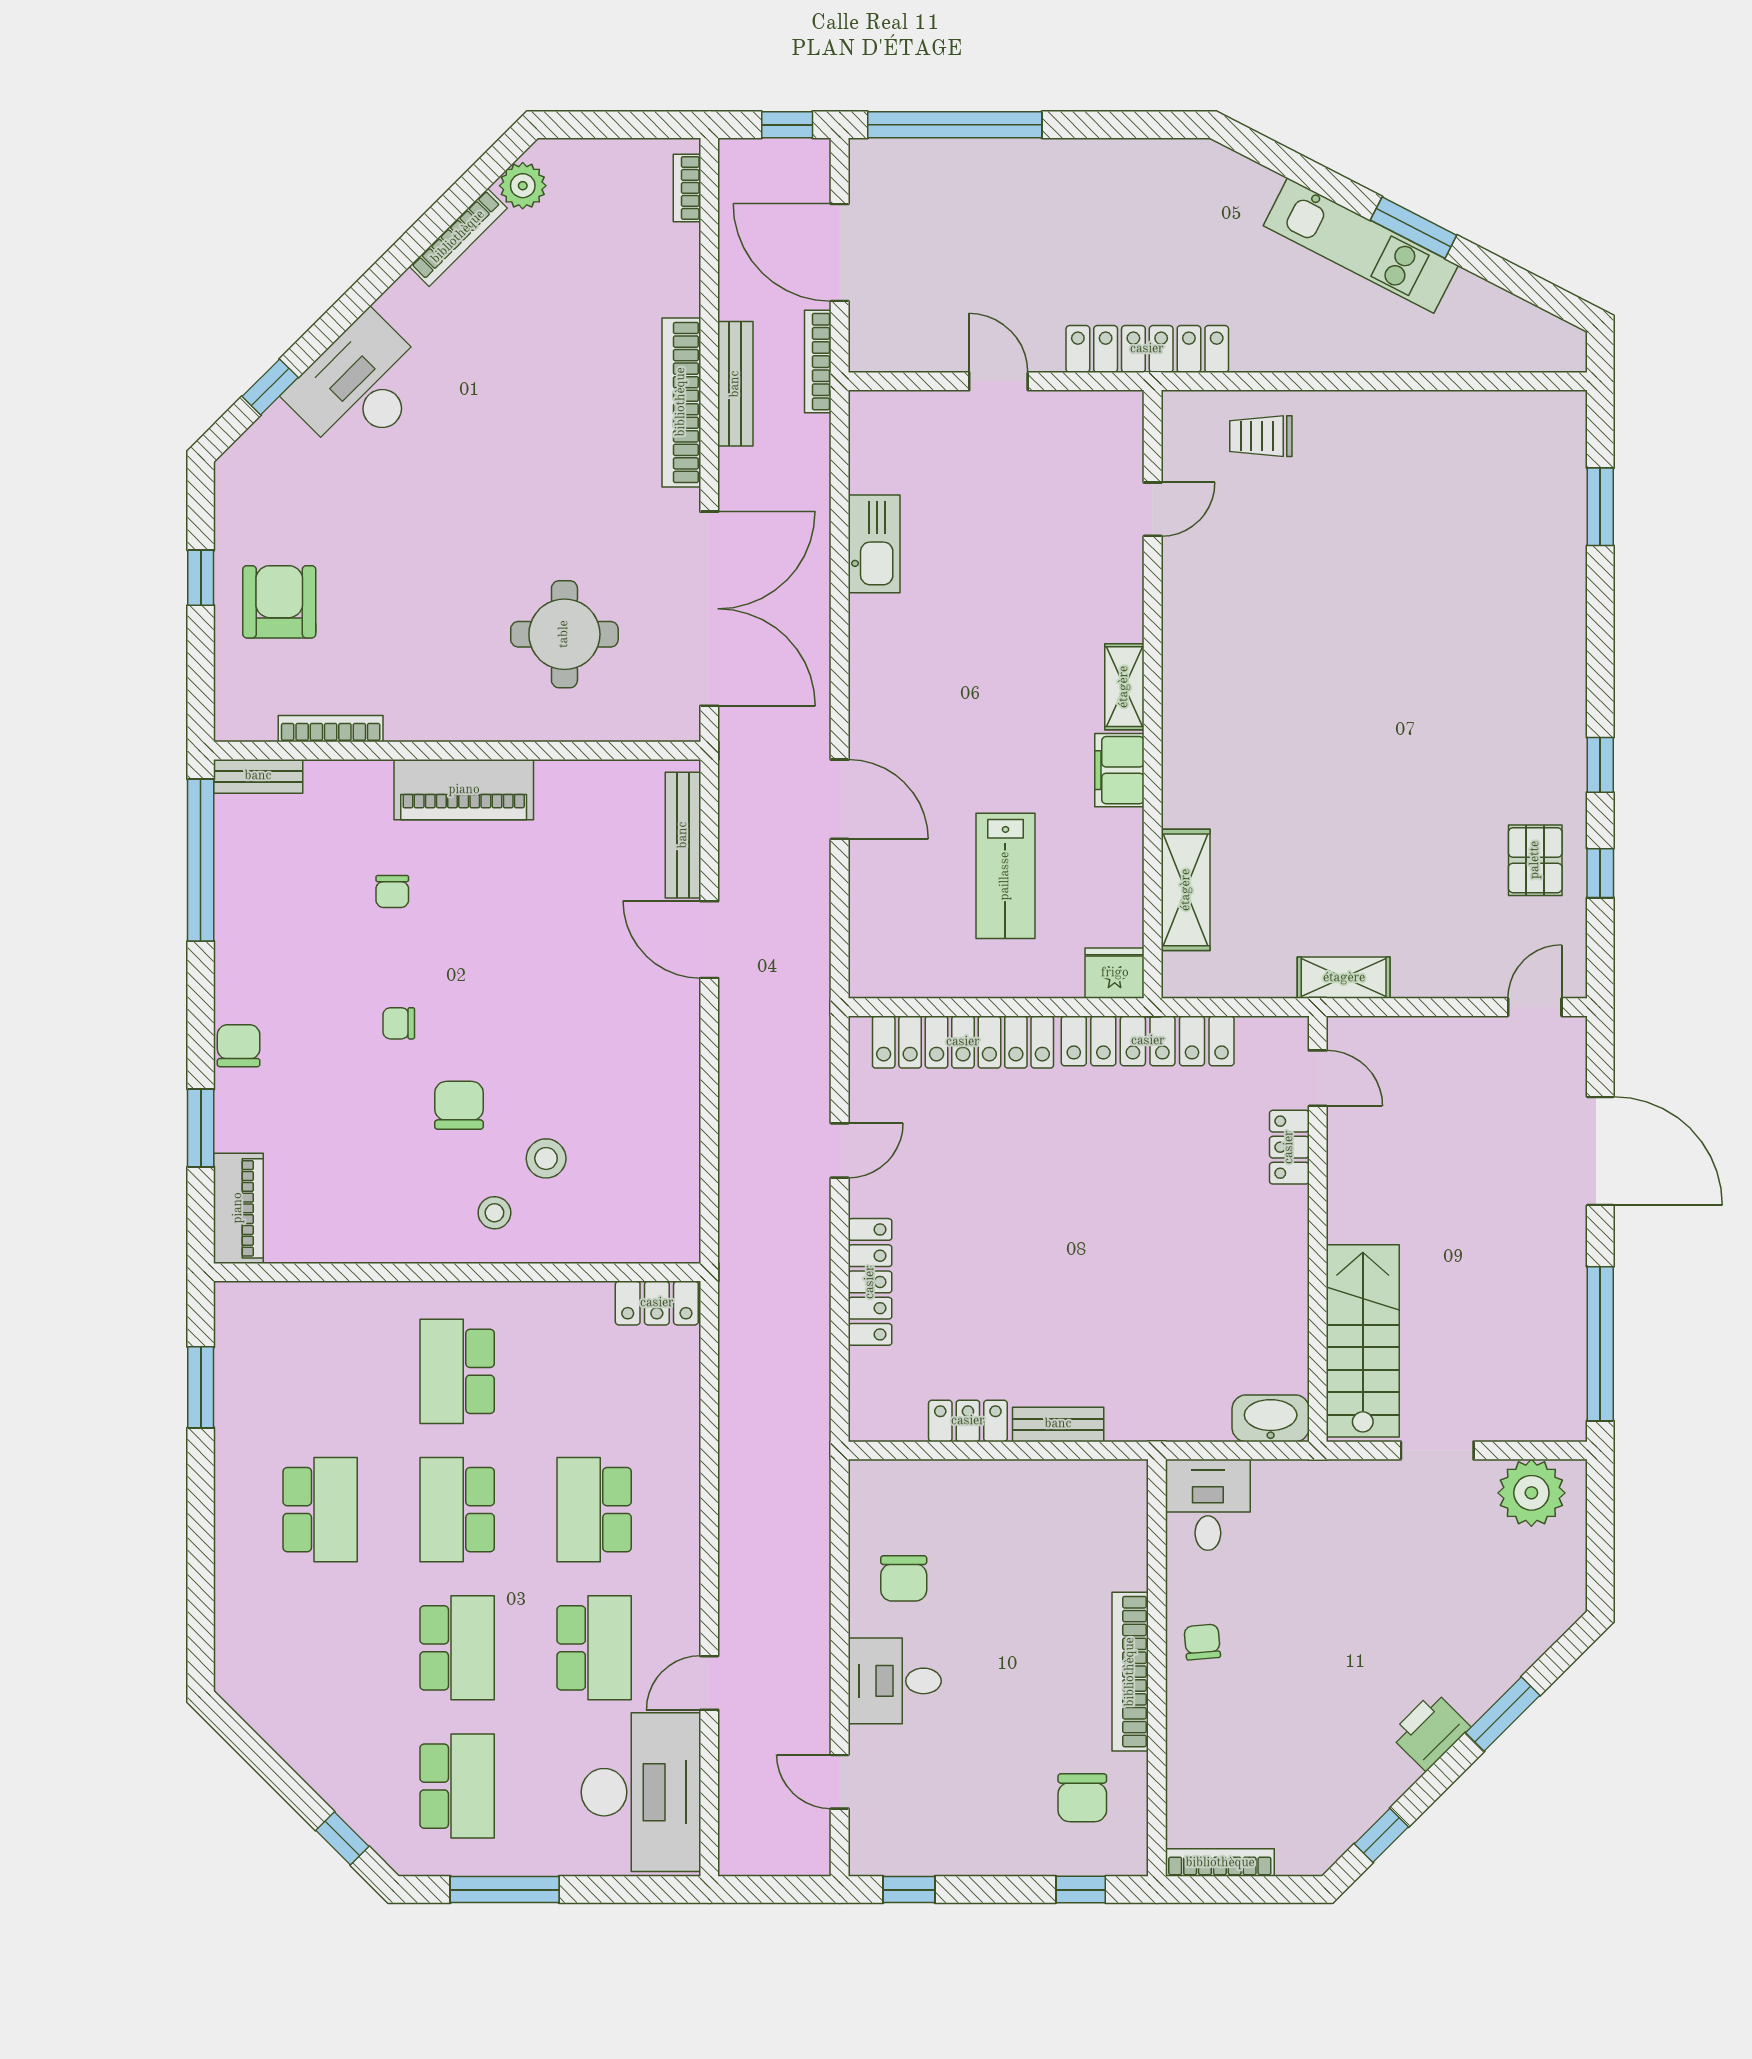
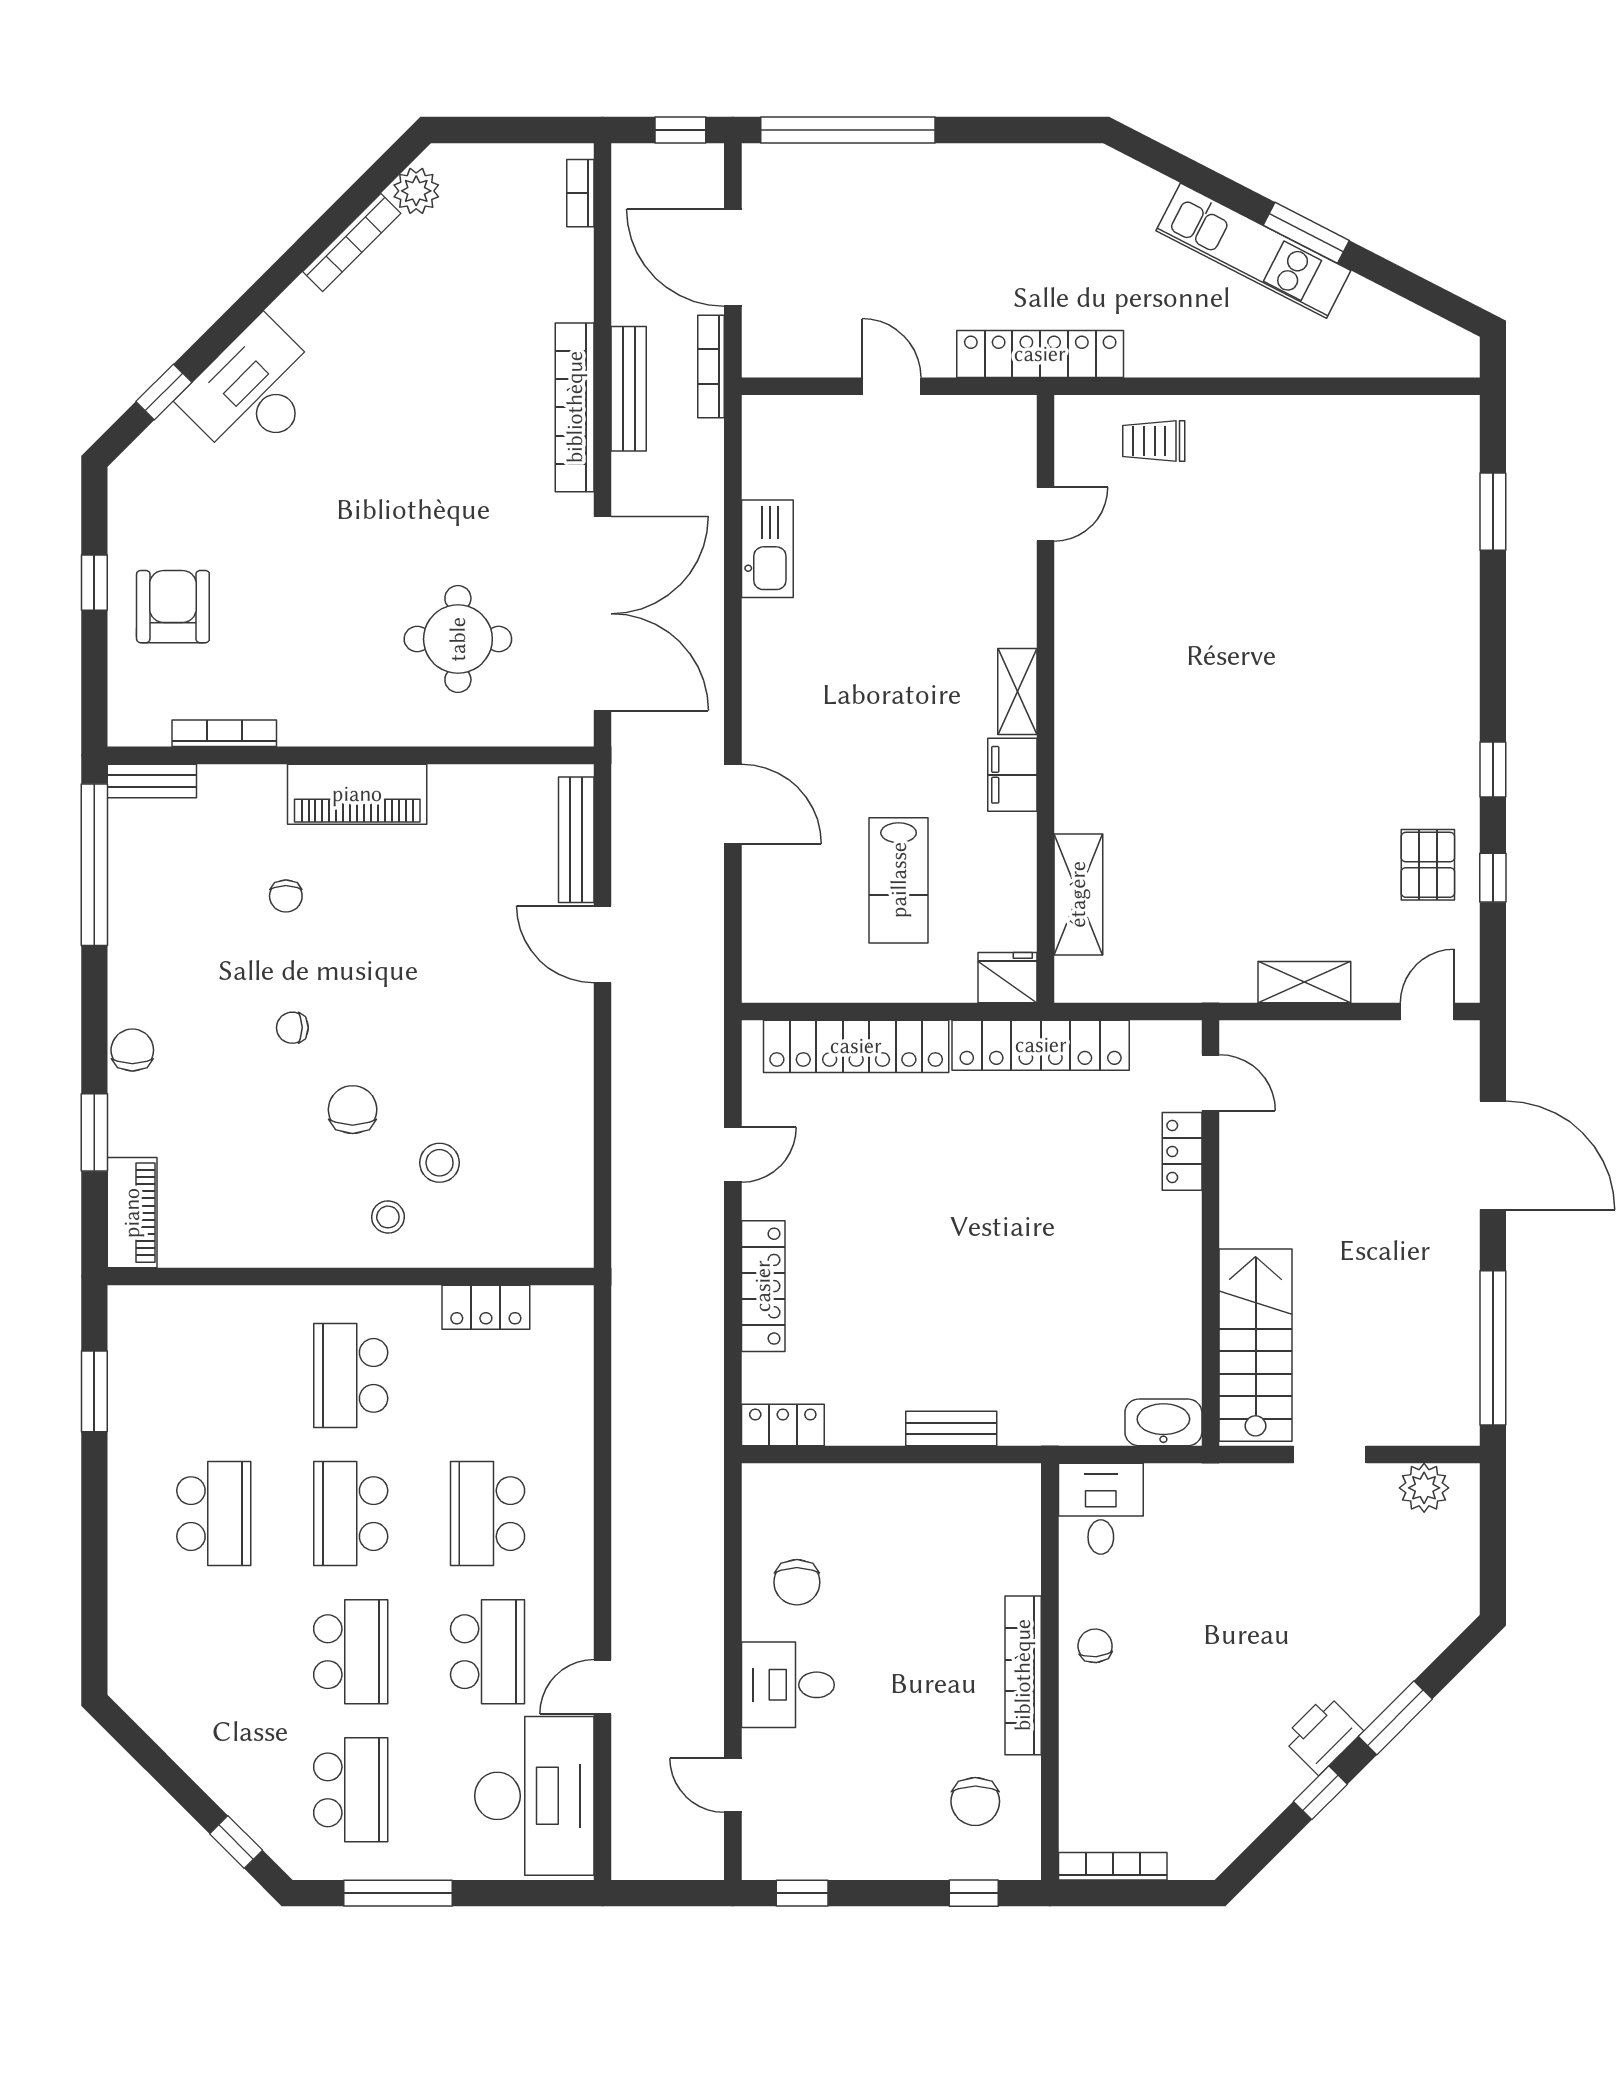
shelving: (1344, 978) -> (1304, 982), moved
locker: (657, 1303) -> (486, 1307), moved
locker: (968, 1421) -> (783, 1425), moved
plant: (1531, 1493) -> (1424, 1488), width x0.73, depth x0.73
window: (1381, 1835) -> (1320, 1793), moved

